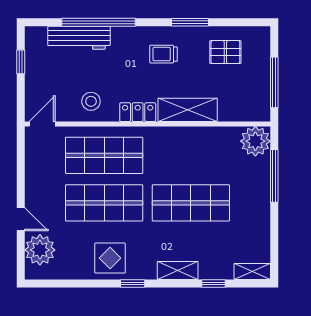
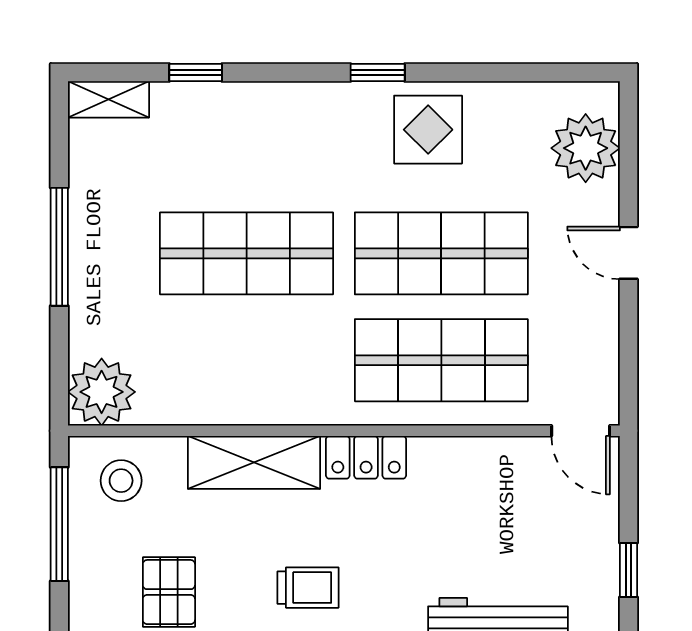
pallet: (225, 52) -> (169, 592), turned 90
stool: (91, 101) -> (121, 481), moved
door: (42, 124) -> (581, 431), hinge flipped
window: (274, 176) -> (59, 247), moved
door: (21, 219) -> (629, 253), moved
shelving: (178, 270) -> (276, 102), removed

